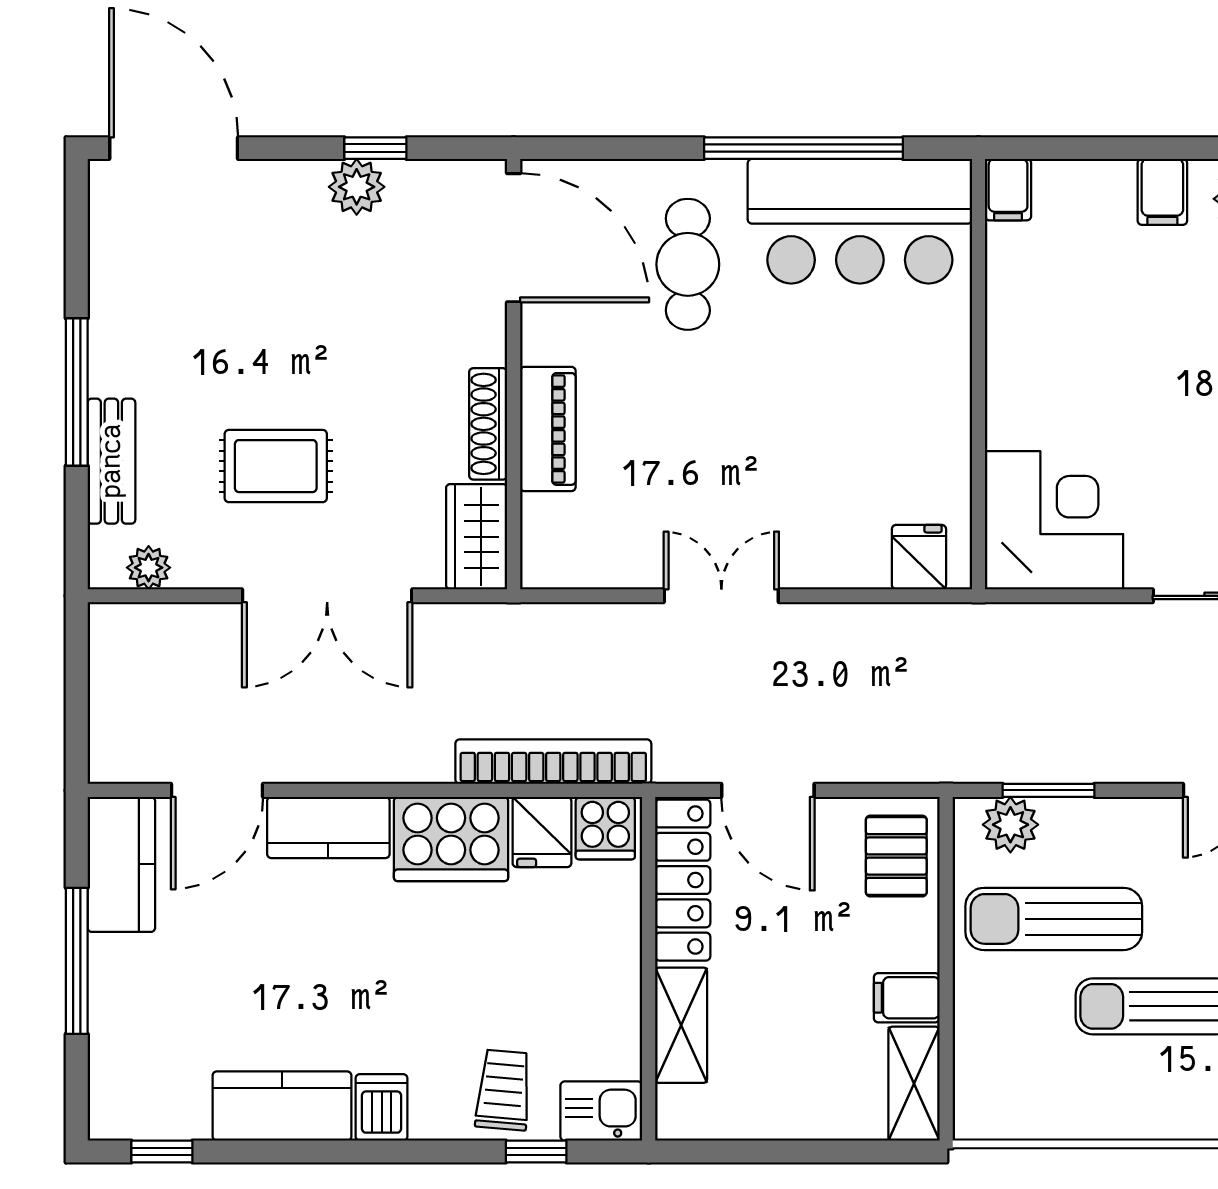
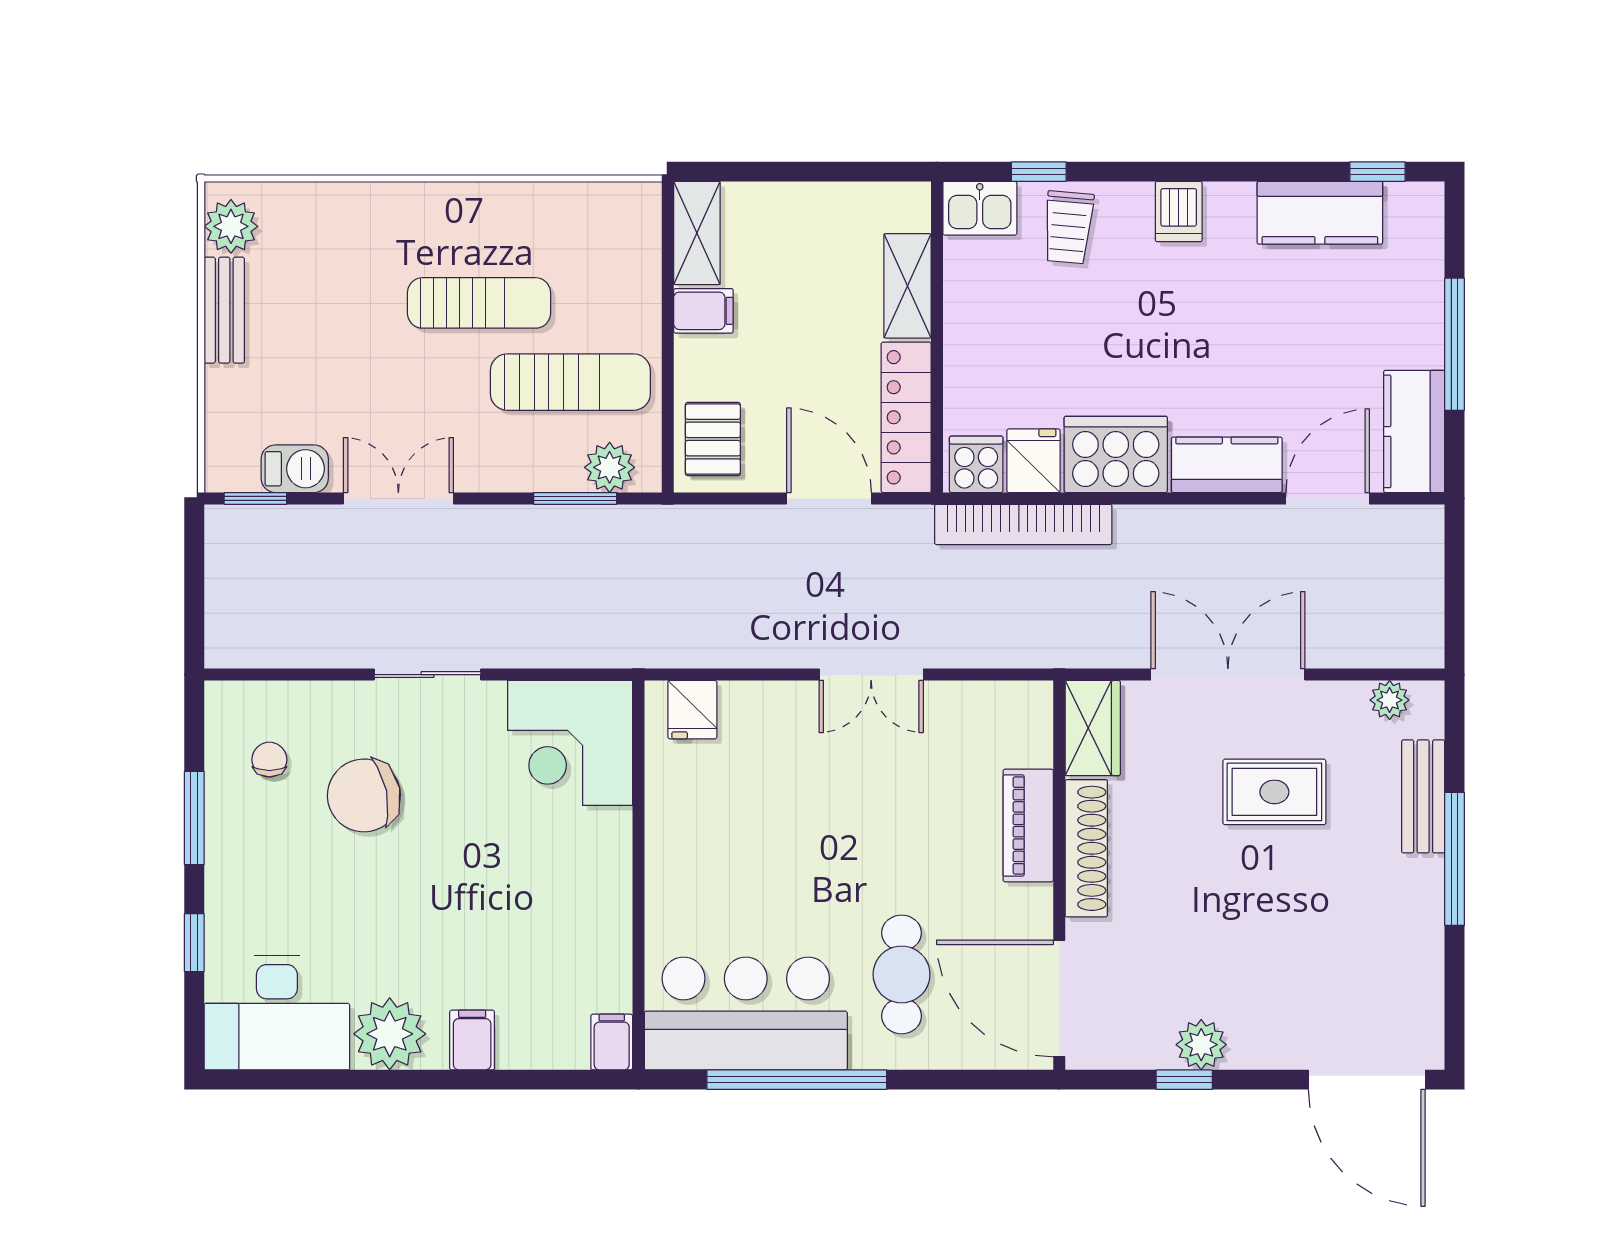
shoe rack: (488, 424) -> (1086, 848), width x1.36, depth x1.24
kitchen counter: (282, 1106) -> (1320, 213), moved

